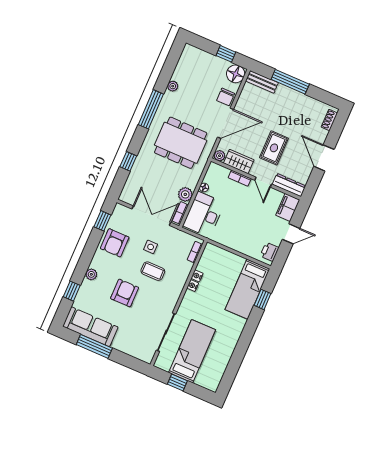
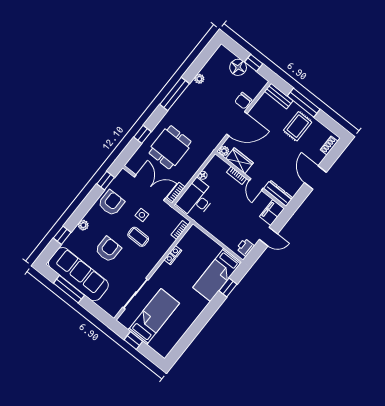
floor lamp: (236, 74) -> (238, 67), moved
dining table: (181, 143) -> (170, 147), moved, width x0.73
rug: (274, 148) -> (298, 126), moved
plant: (185, 194) -> (185, 177), removed
armchair: (115, 243) -> (111, 203), turned 180
sofa: (90, 327) -> (78, 274), width x1.36, depth x1.27

